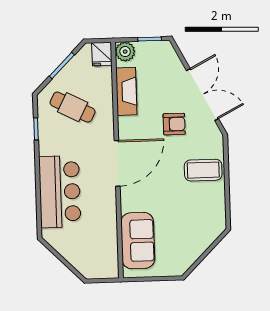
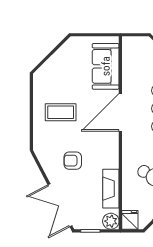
double door: (202, 95) -> (60, 205), moved
door: (117, 163) -> (120, 112), moved
coffee table: (203, 170) -> (61, 112), moved

